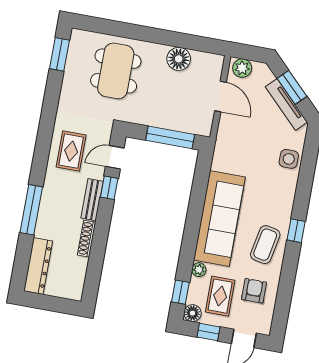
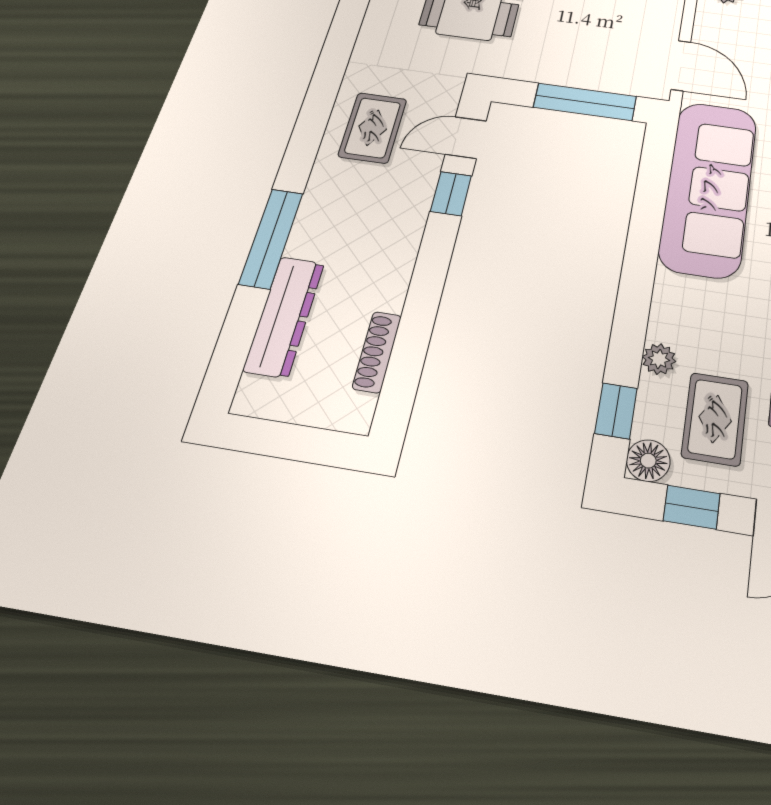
door: (220, 96) -> (681, 65), moved
bench: (92, 200) -> (411, 217), removed
sofa: (219, 218) -> (709, 187), moved
shoe rack: (87, 239) -> (377, 352), moved
dresser: (38, 266) -> (284, 316), moved

